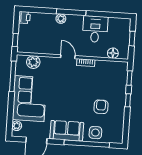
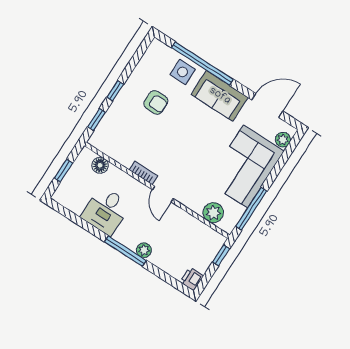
armchair: (101, 107) -> (156, 102), turned -90

